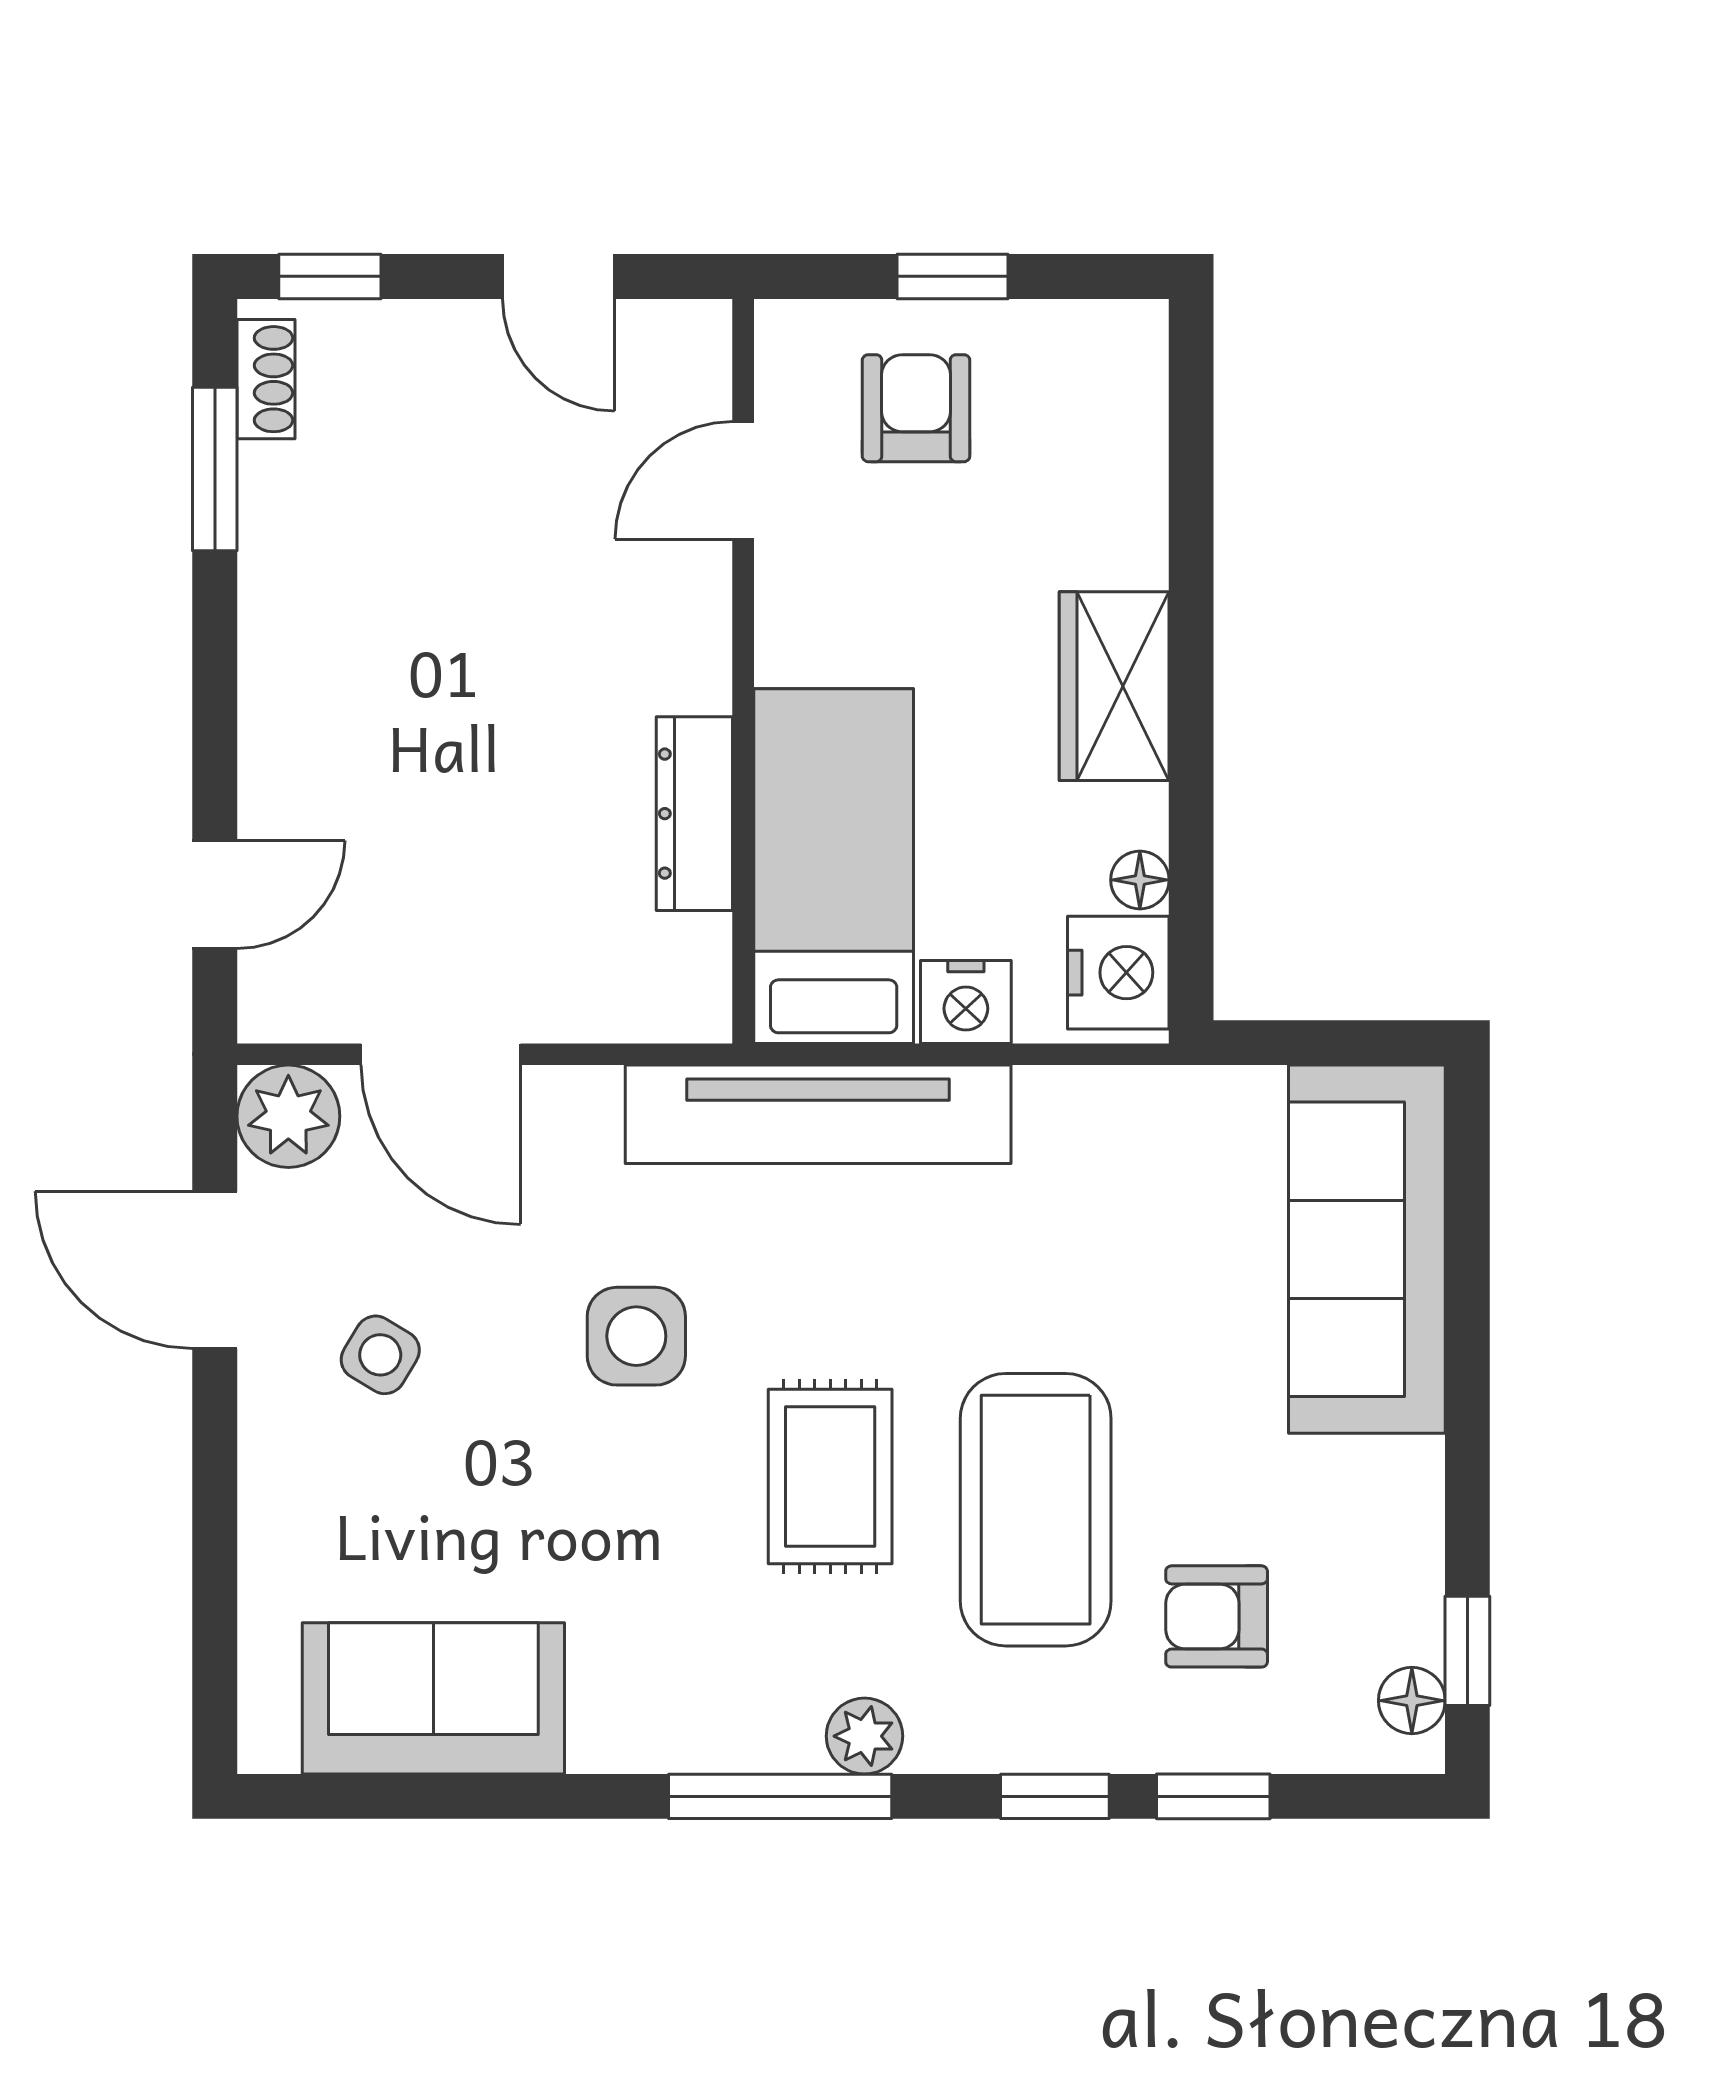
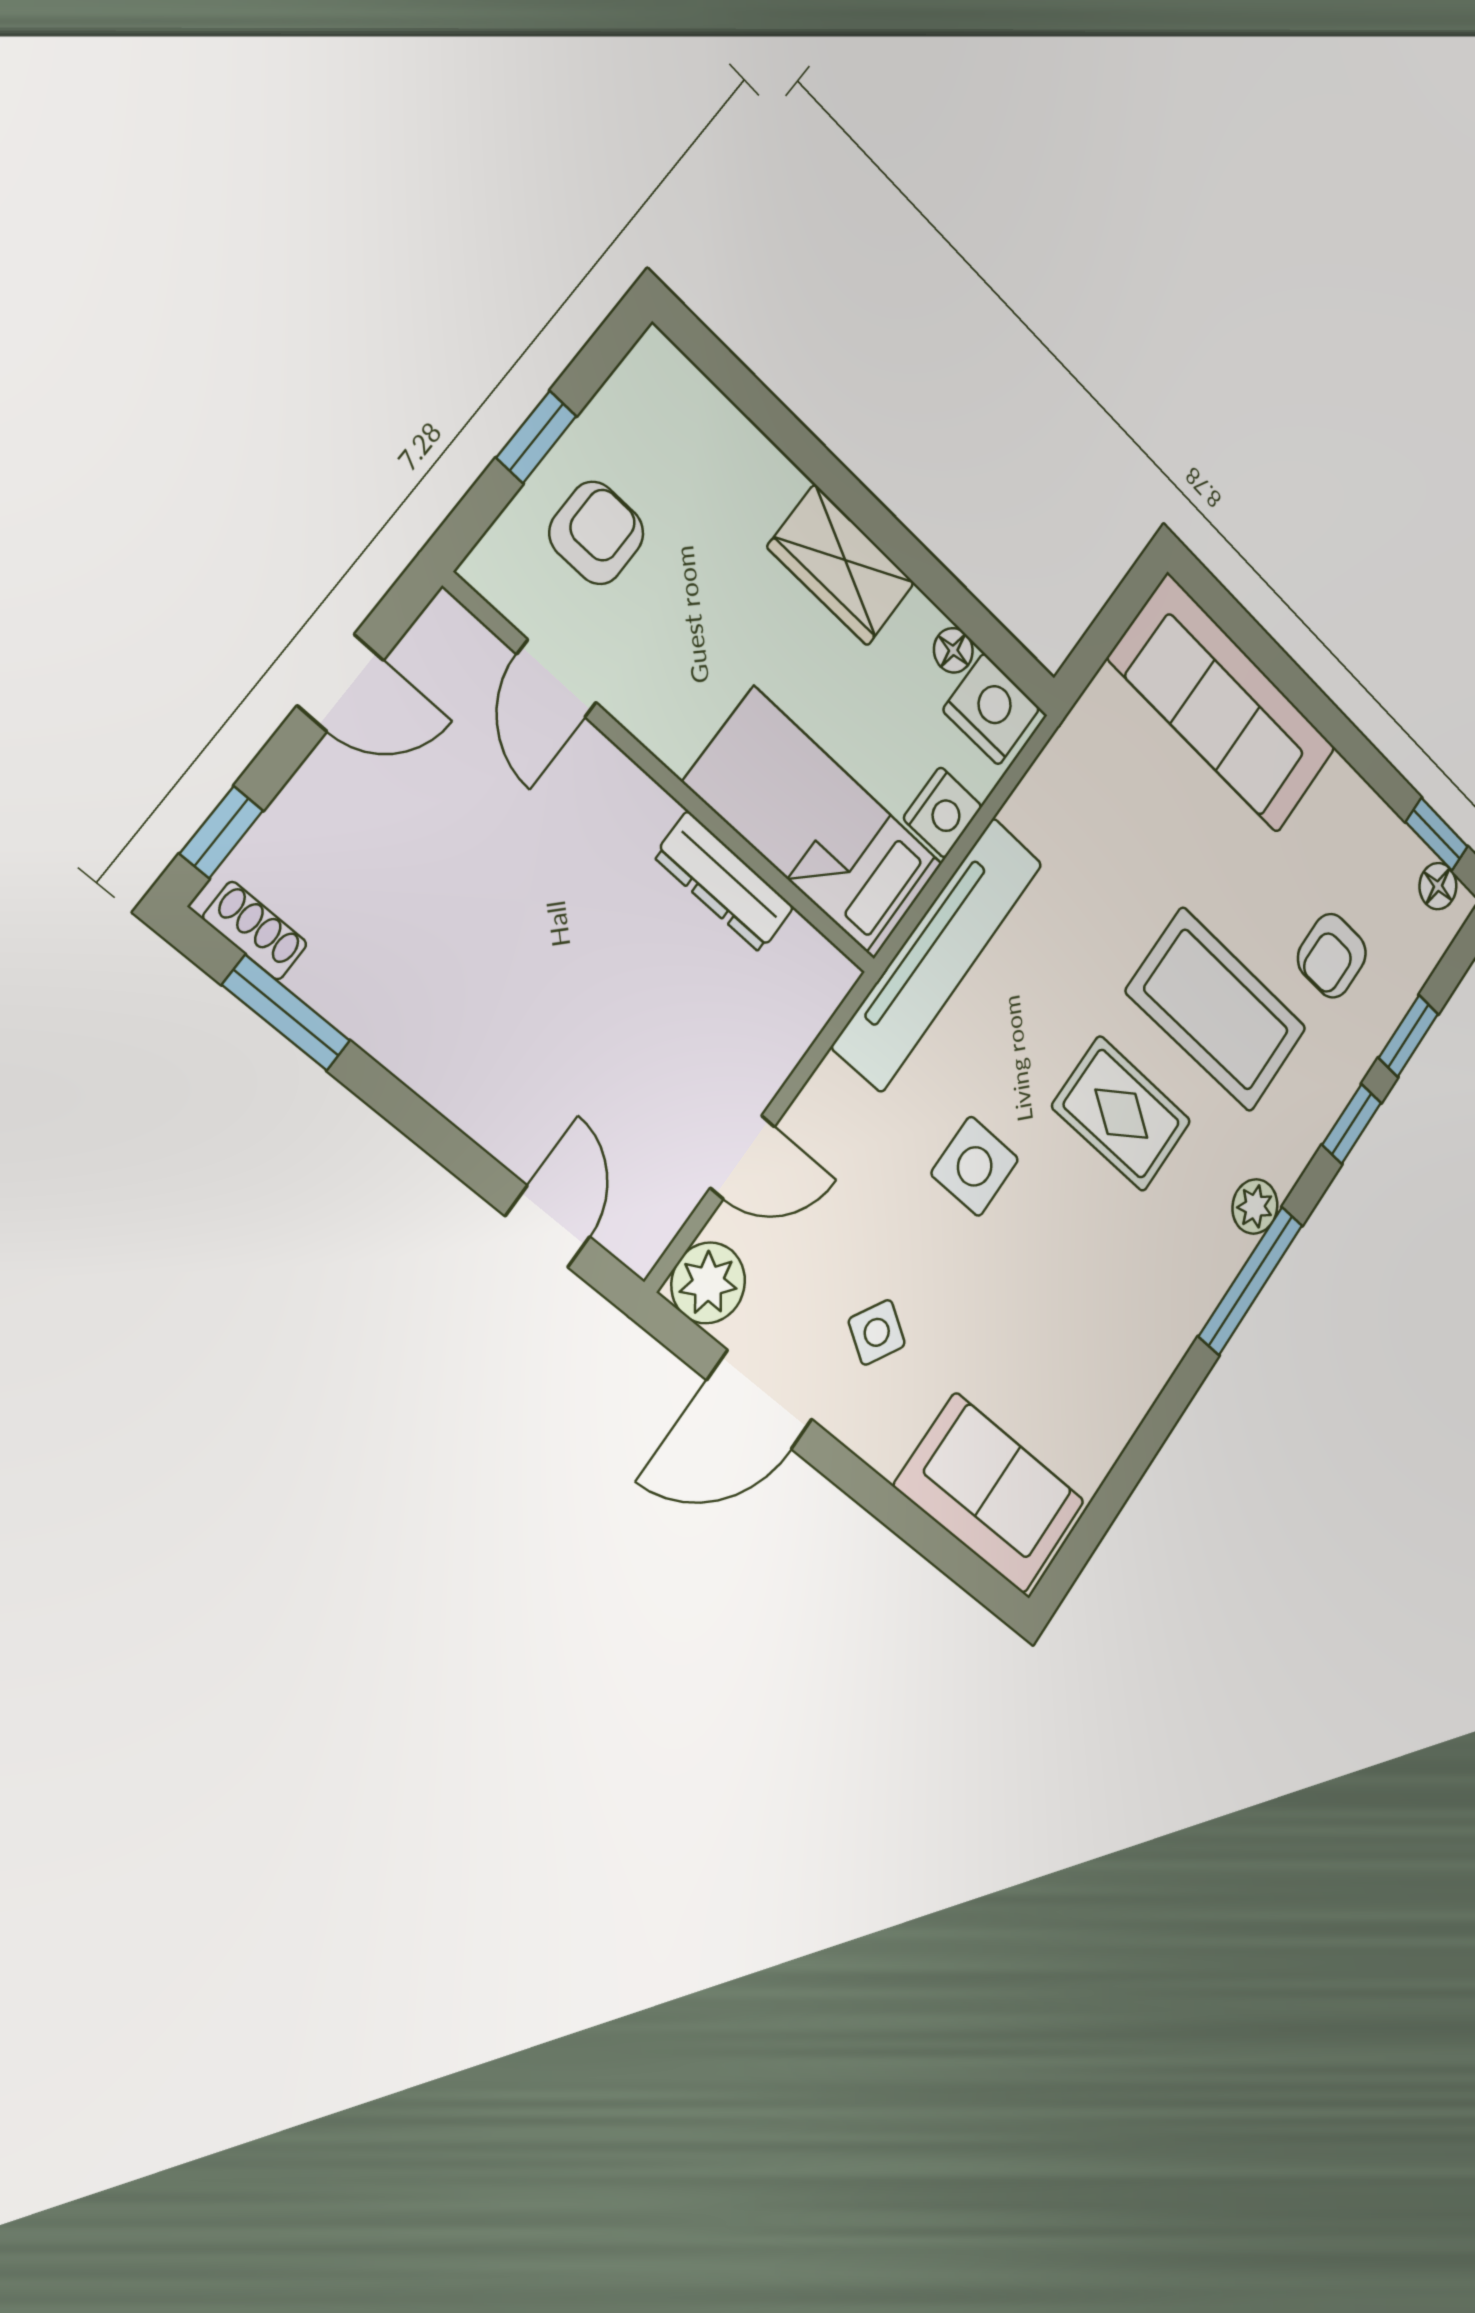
armchair: (916, 408) -> (596, 533), turned 90
door: (441, 1054) -> (743, 1157), width x0.73
sofa: (433, 1698) -> (990, 1493), moved, turned 90

